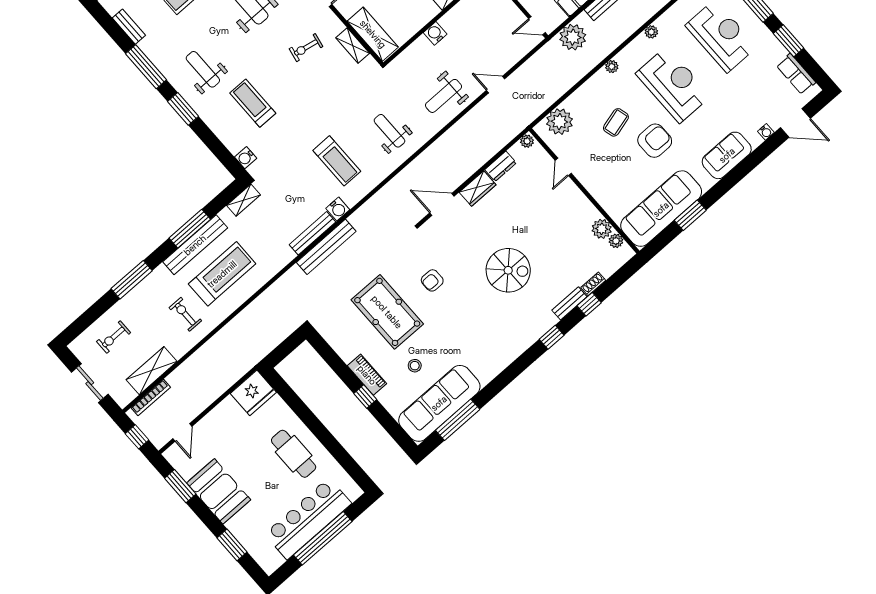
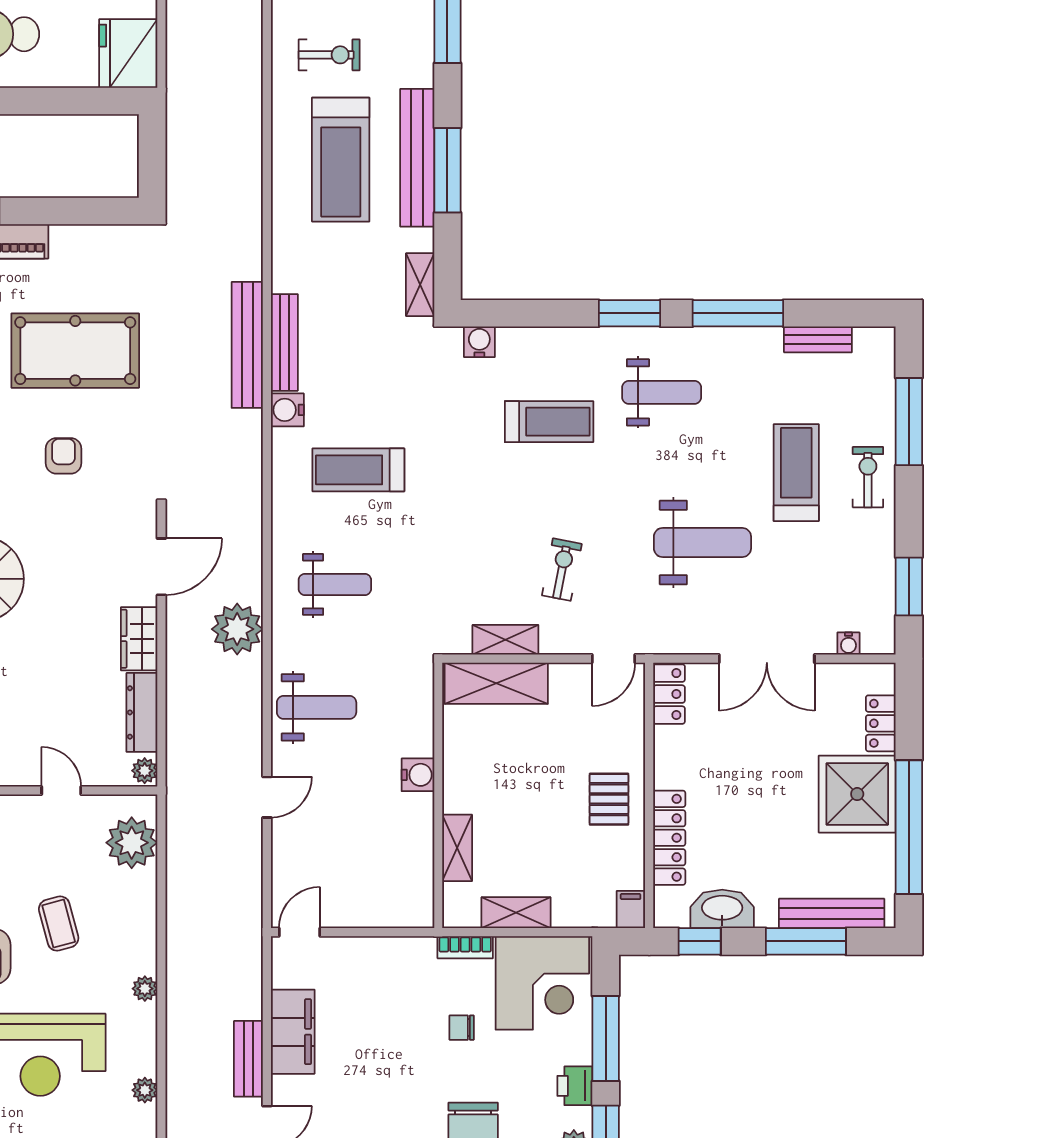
plant: (573, 37) -> (237, 629), moved
weight bench: (444, 96) -> (317, 707), turned 90
dresser: (501, 166) -> (142, 712), width x1.44

